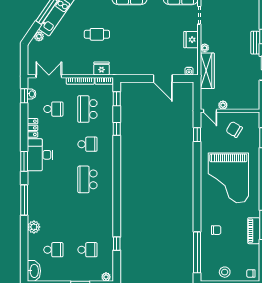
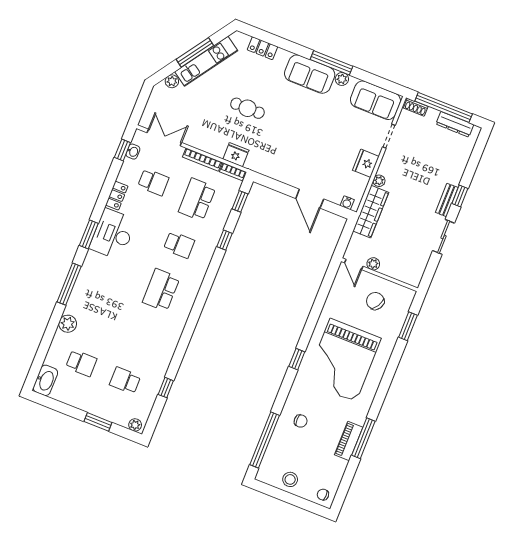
window: (197, 135) -> (297, 359), moved
school desk: (87, 250) -> (125, 380), turned 180

